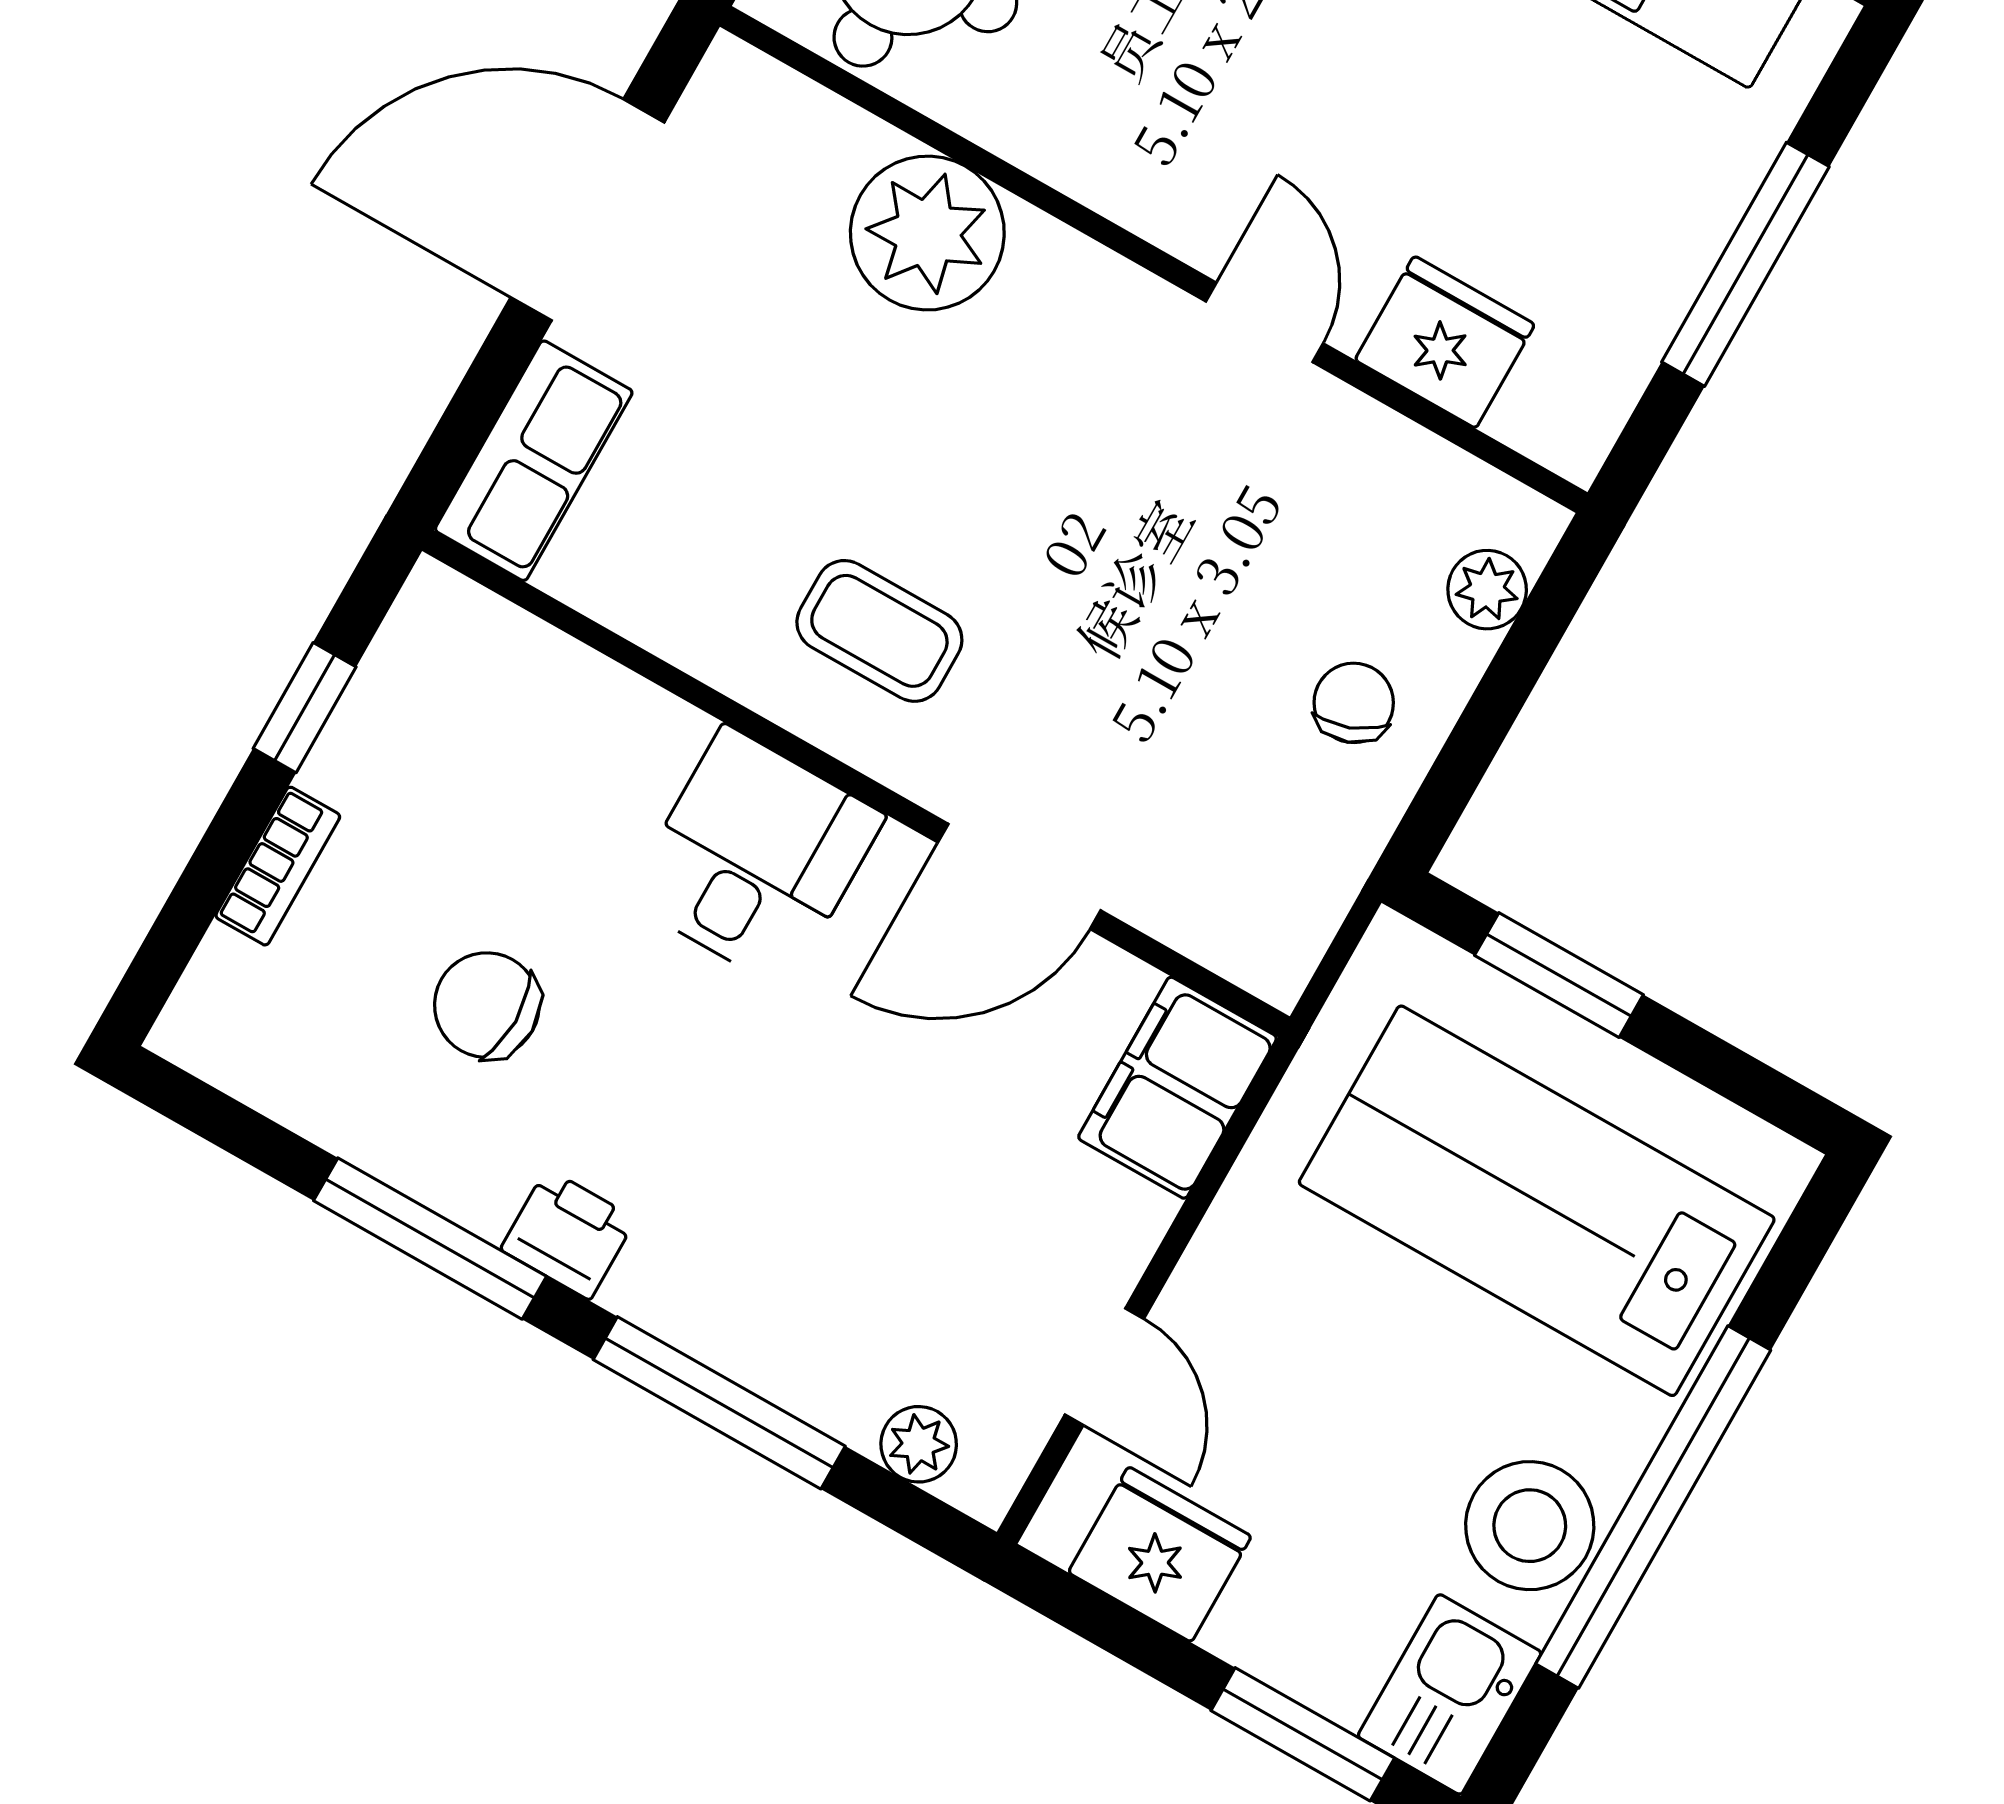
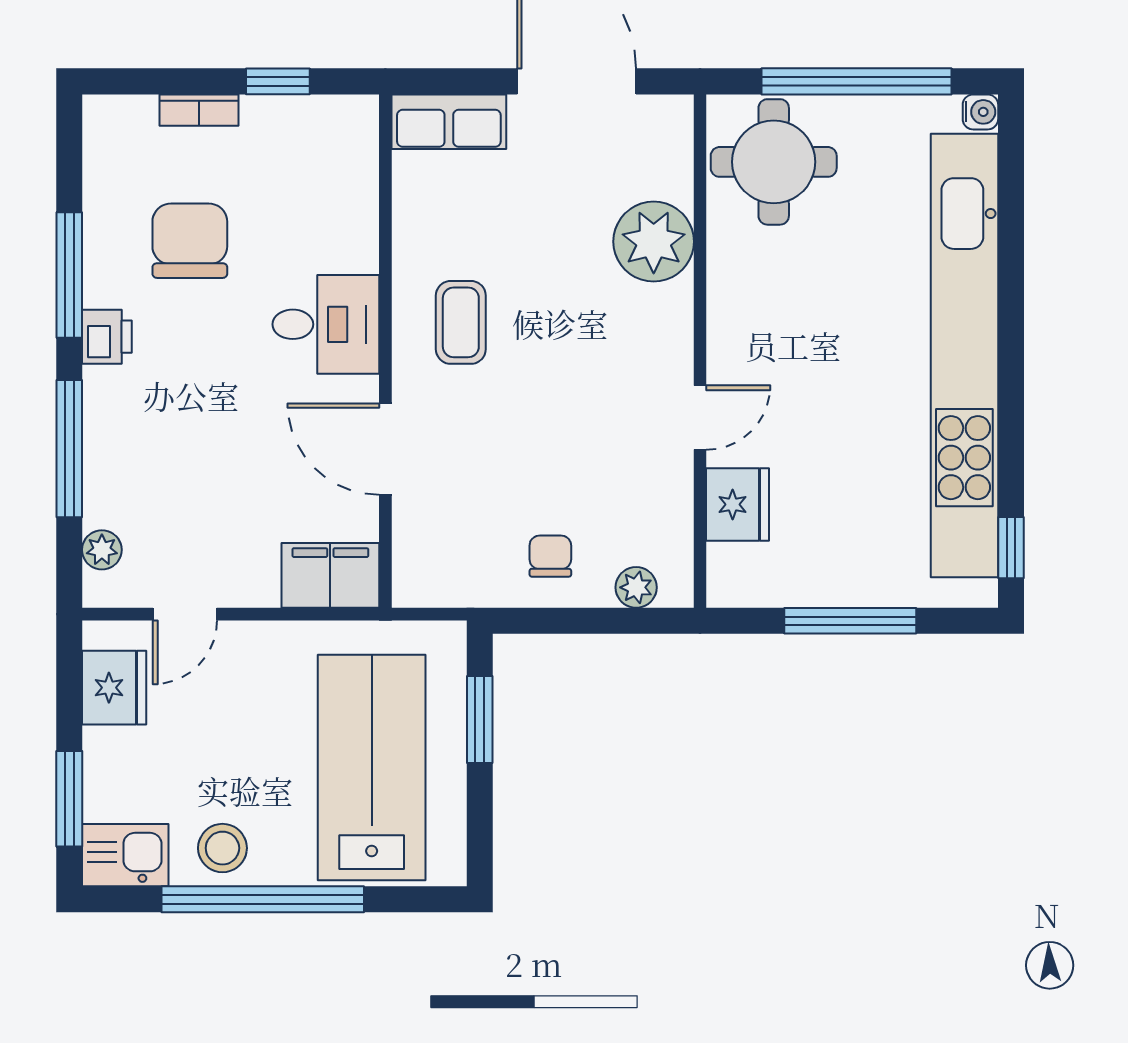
chair: (1354, 703) -> (550, 556), turned -69
chair: (487, 1005) -> (190, 241), width x1.37, depth x1.37
stool: (1530, 1526) -> (222, 848), width x0.73, depth x0.73

